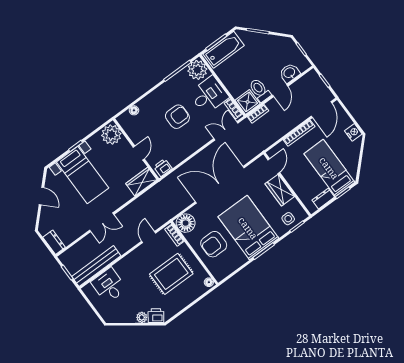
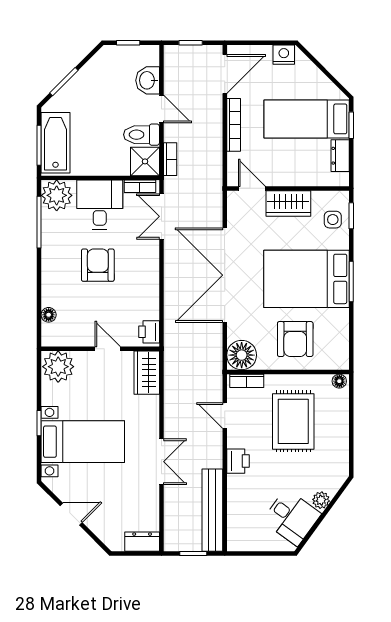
door: (322, 110) -> (225, 74), hinge flipped
desk: (109, 286) -> (292, 517), moved, turned -144
printer: (156, 316) -> (238, 461), moved, turned 144

